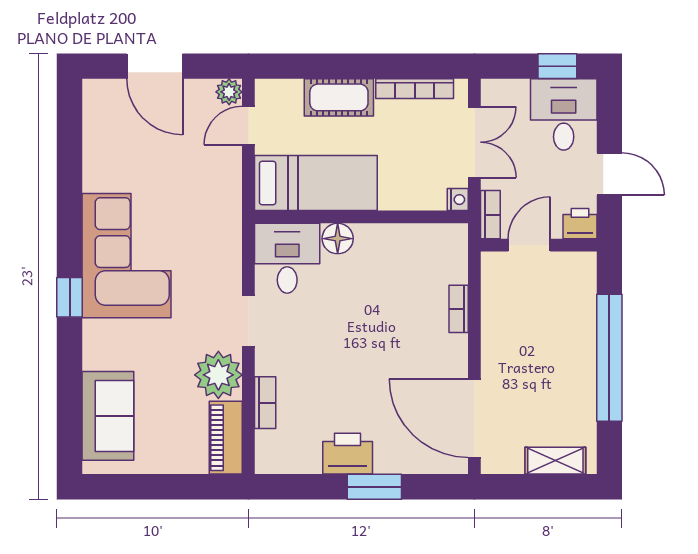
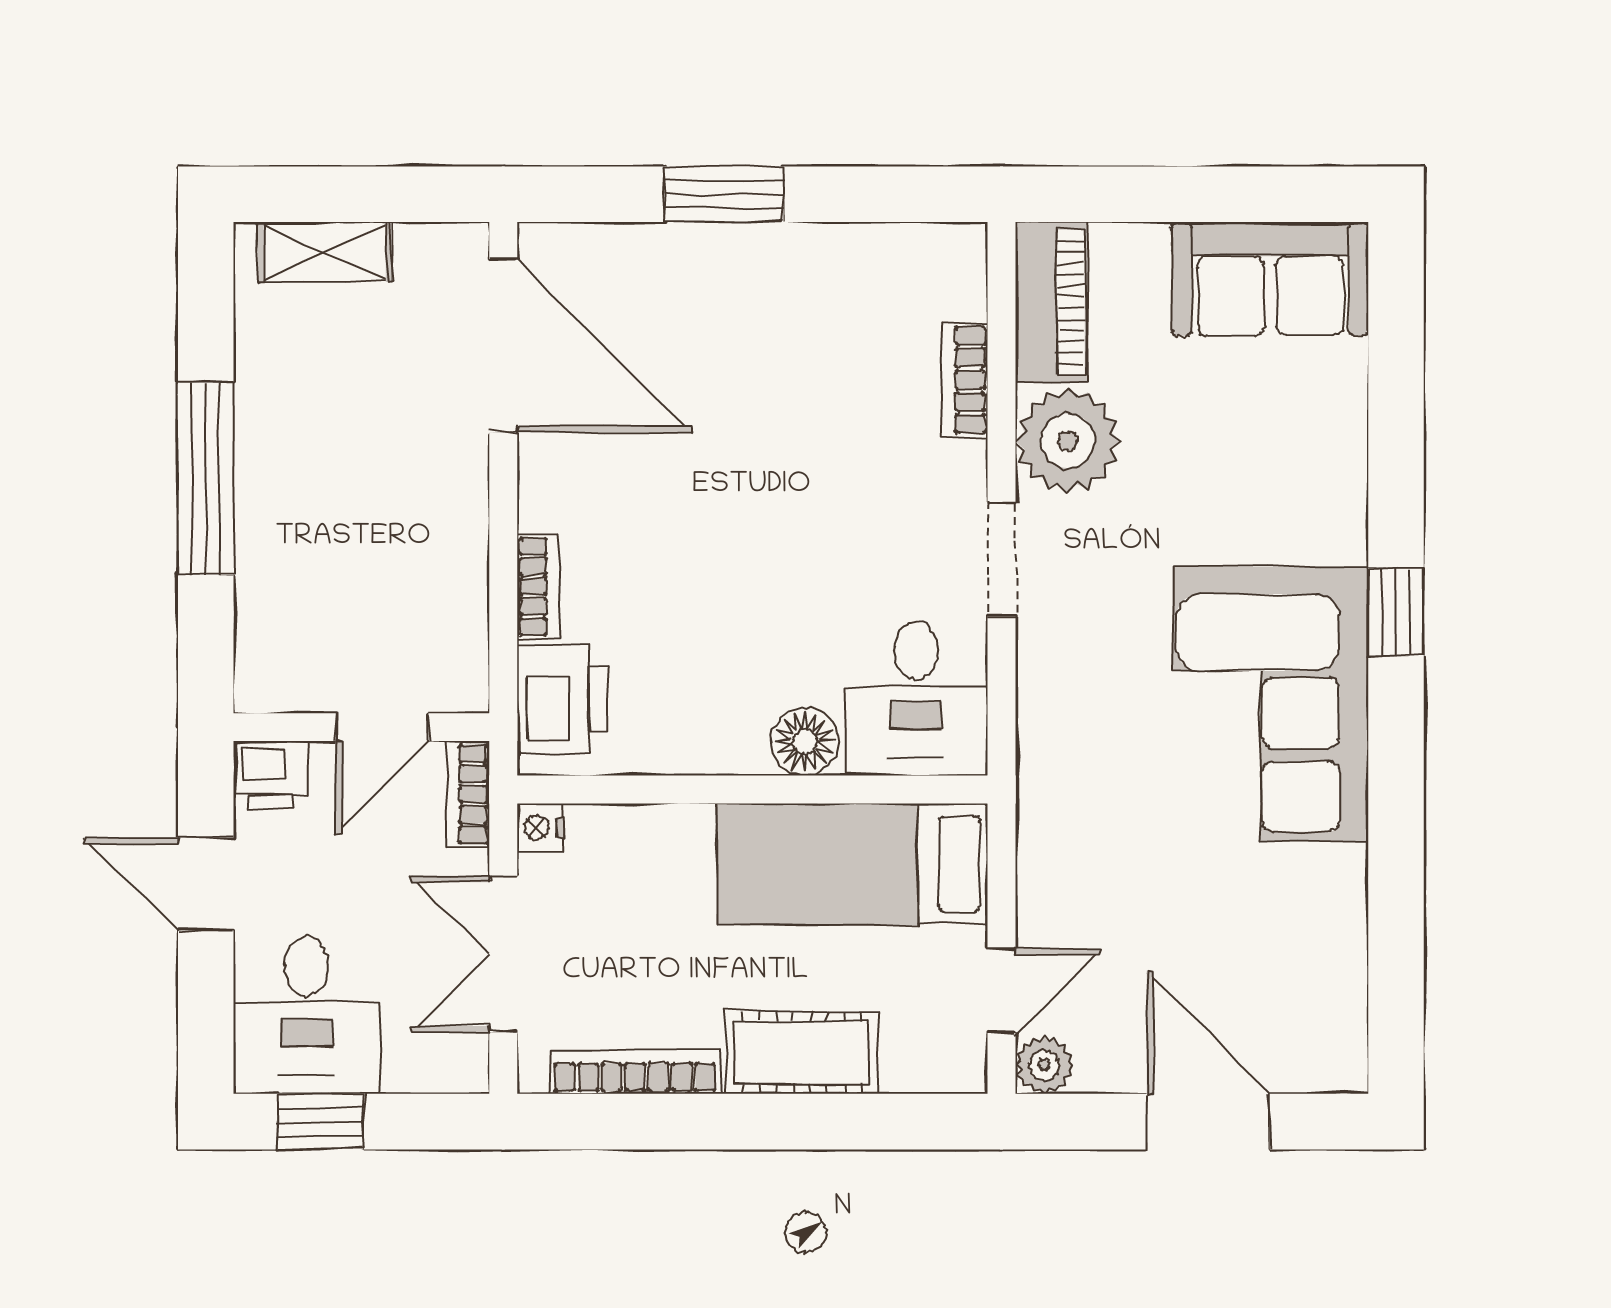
window: (609, 358) -> (206, 479), width x0.68
sofa: (108, 416) -> (1270, 279), moved, turned -90
printer: (348, 454) -> (562, 699), moved, turned -90

